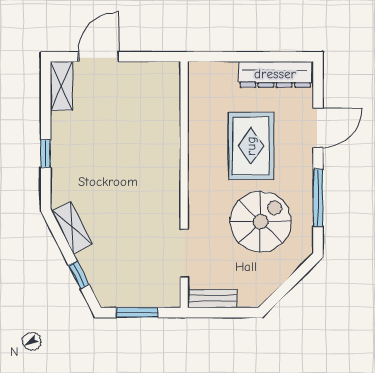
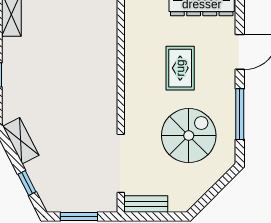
rug: (251, 146) -> (180, 68), width x0.73, depth x0.70
doorway: (184, 253) -> (121, 163), width x1.36

